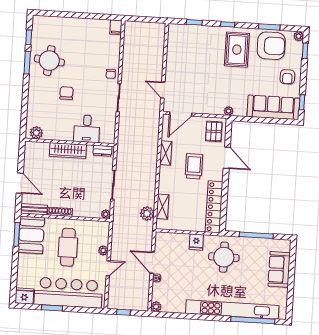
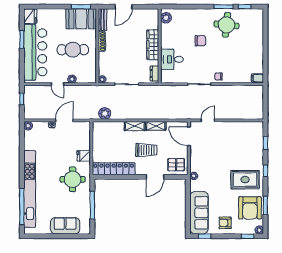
shelving: (163, 207) -> (135, 126), moved

